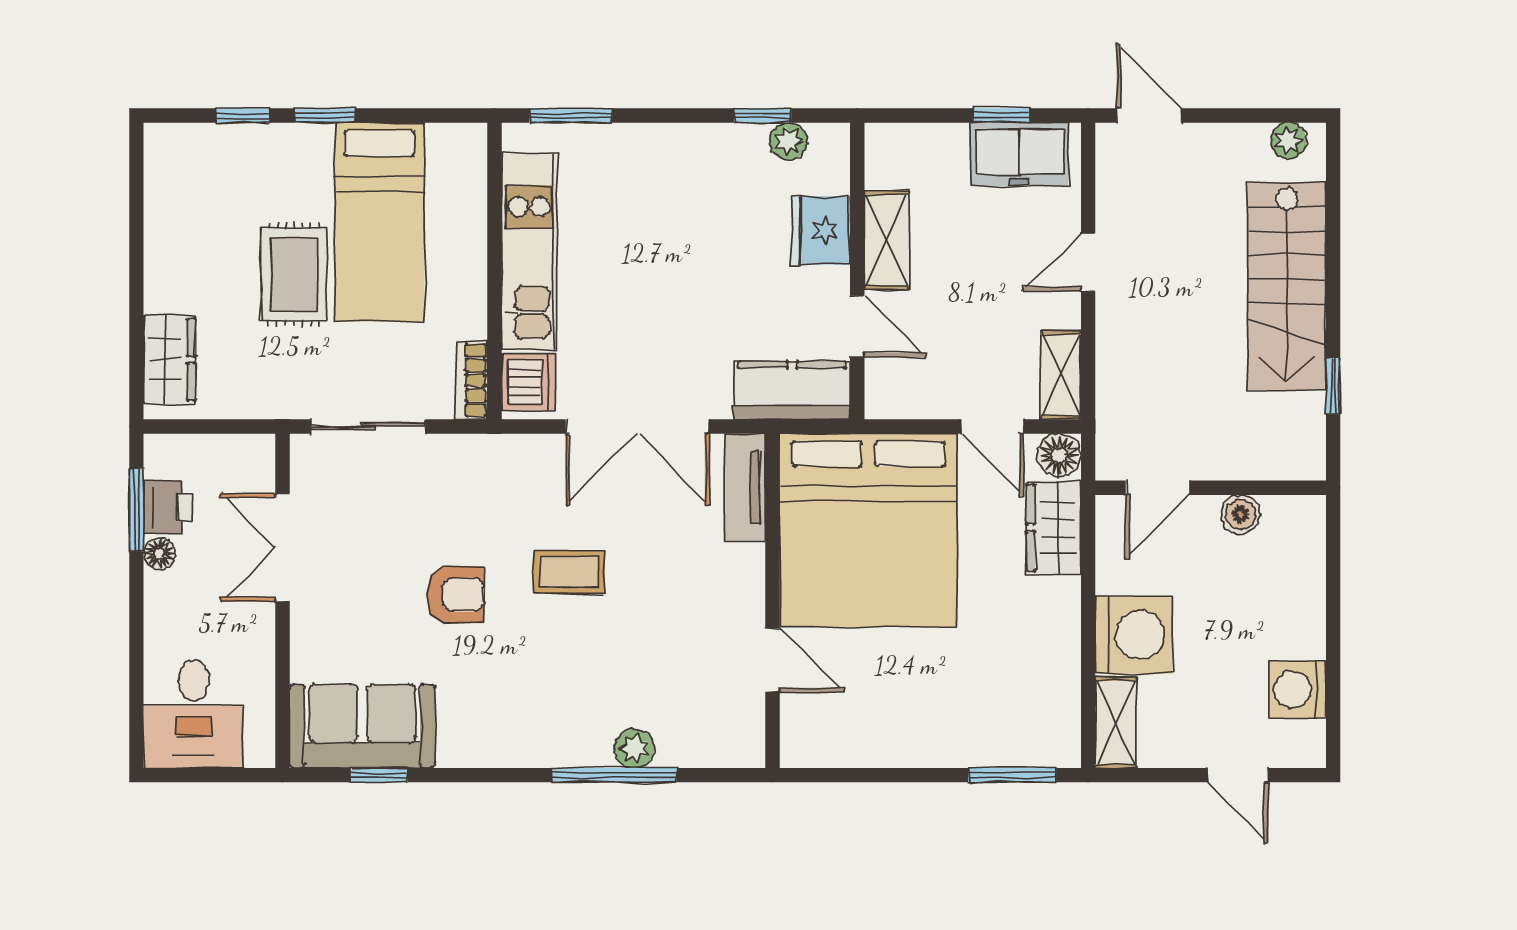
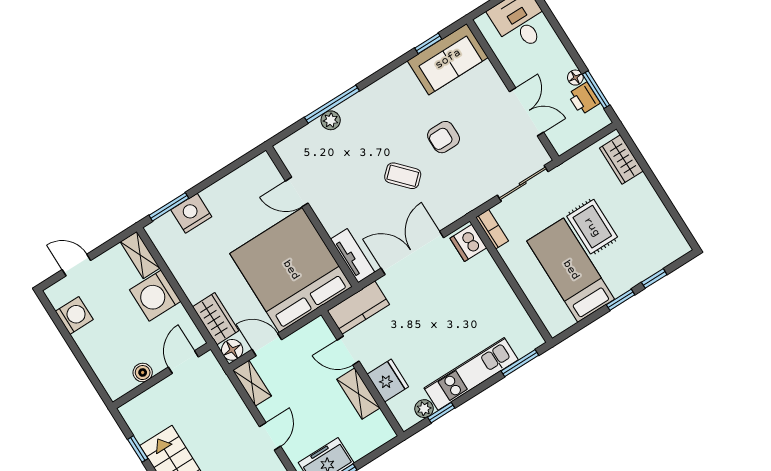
kitchen unit: (529, 252) -> (471, 374), moved, turned 90
coffee table: (569, 572) -> (403, 176), turned 47
nightstand: (980, 739) -> (191, 213), added

